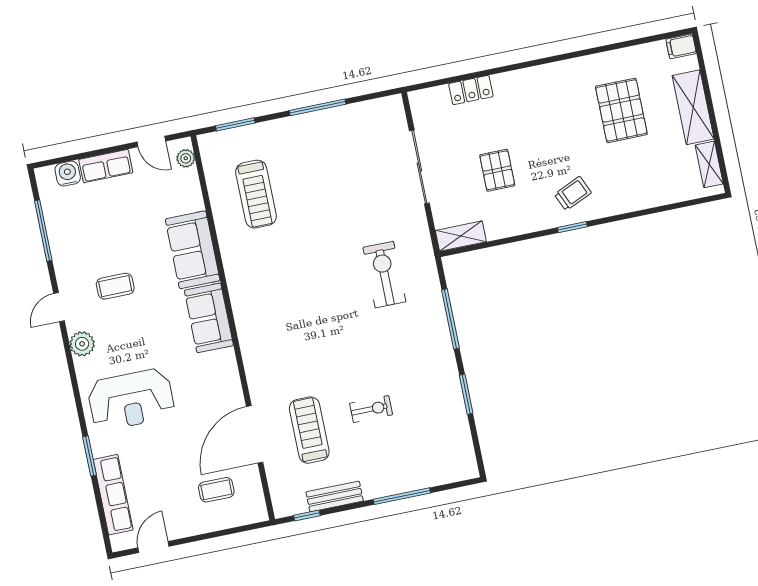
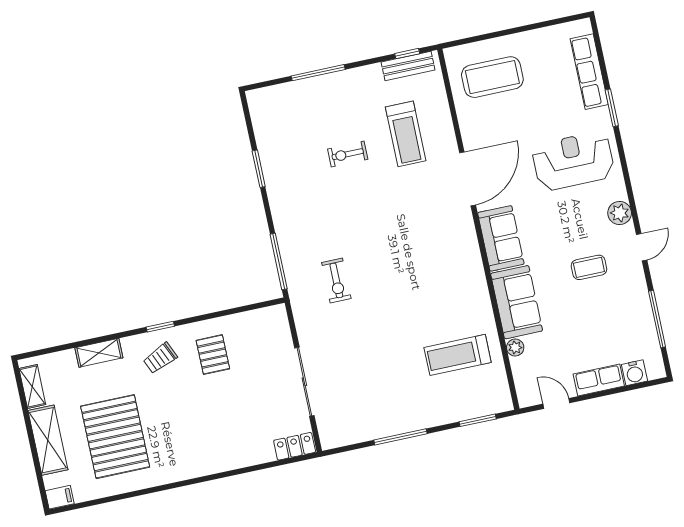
locker: (471, 90) -> (295, 446), moved
pallet: (621, 110) -> (115, 437), width x1.37, depth x1.41
plant: (186, 158) -> (515, 348), moved
pallet: (497, 170) -> (213, 355), moved
treadmill: (256, 194) -> (458, 355), turned -90
shelving: (461, 236) -> (99, 353), moved
exercise bike: (384, 275) -> (336, 281), width x0.73, depth x0.72
window: (451, 319) -> (279, 262), moved
door: (255, 434) -> (468, 179), moved
coffee table: (216, 490) -> (492, 77), width x1.86, depth x1.72
bench: (335, 496) -> (408, 66), moved
door: (154, 547) -> (551, 23), removed

